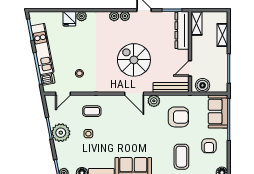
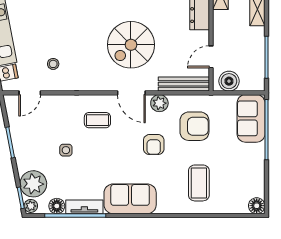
spiral stairs: (134, 60) -> (131, 45), turned -90
coffee table: (92, 111) -> (97, 120), moved
plant: (61, 133) -> (33, 184), moved
armchair: (209, 146) -> (154, 145), moved

